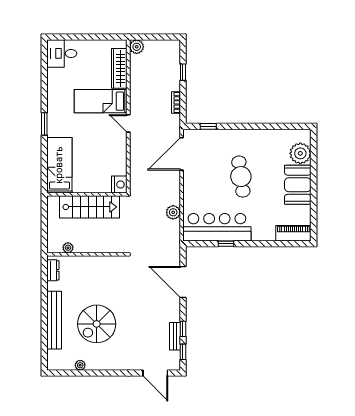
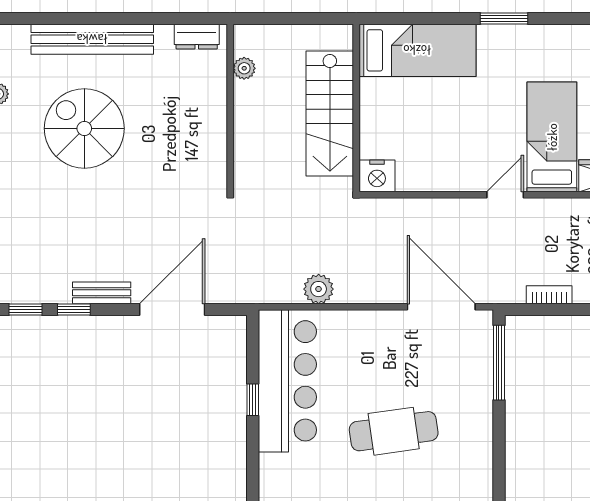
window: (208, 126) -> (499, 363), width x2.17
bench: (175, 336) -> (102, 293), moved

